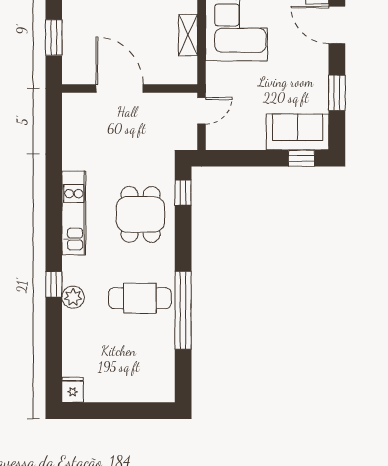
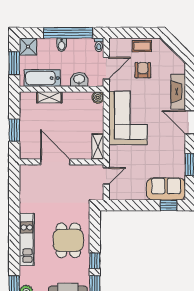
shelving: (188, 35) -> (98, 146), moved
window: (183, 193) -> (95, 261), moved

